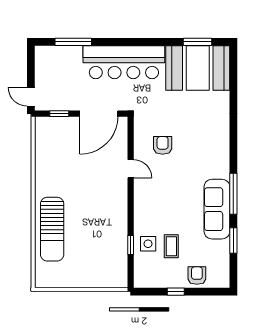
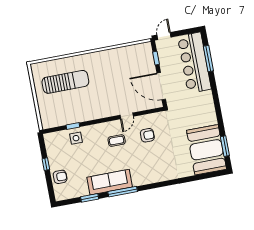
bar counter: (124, 62) -> (194, 63), moved
sun lounger: (52, 229) -> (65, 82), moved, turned 180
coffee table: (171, 246) -> (117, 141), moved

